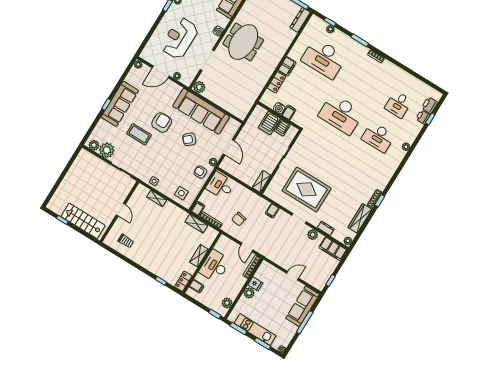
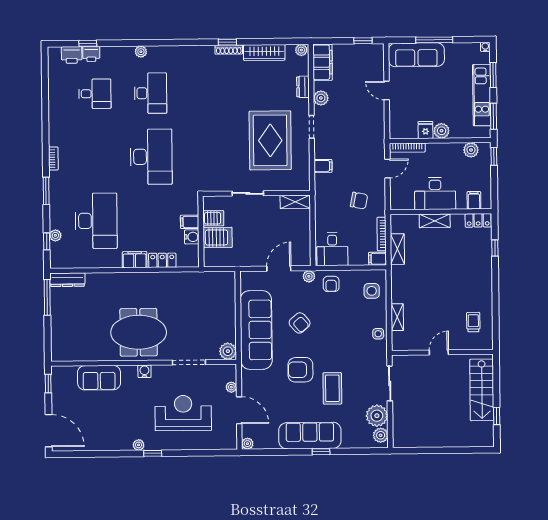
reception desk: (180, 38) -> (183, 413), turned 180

